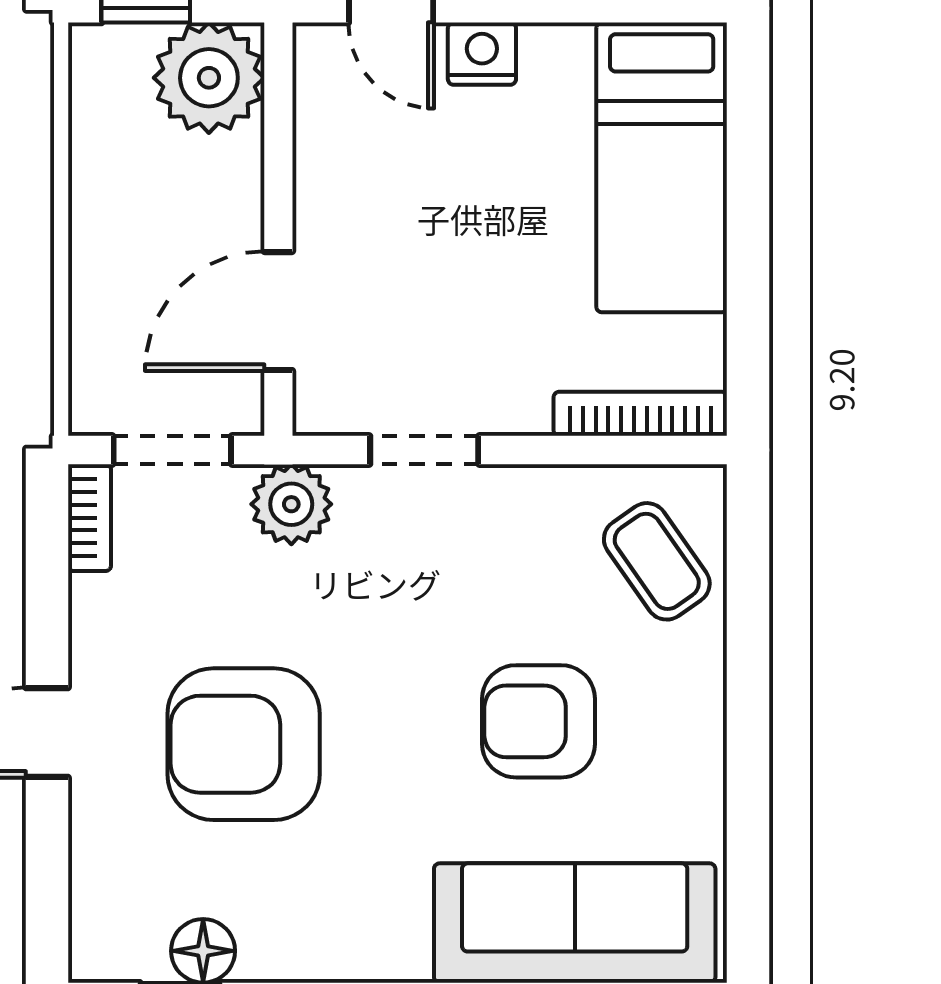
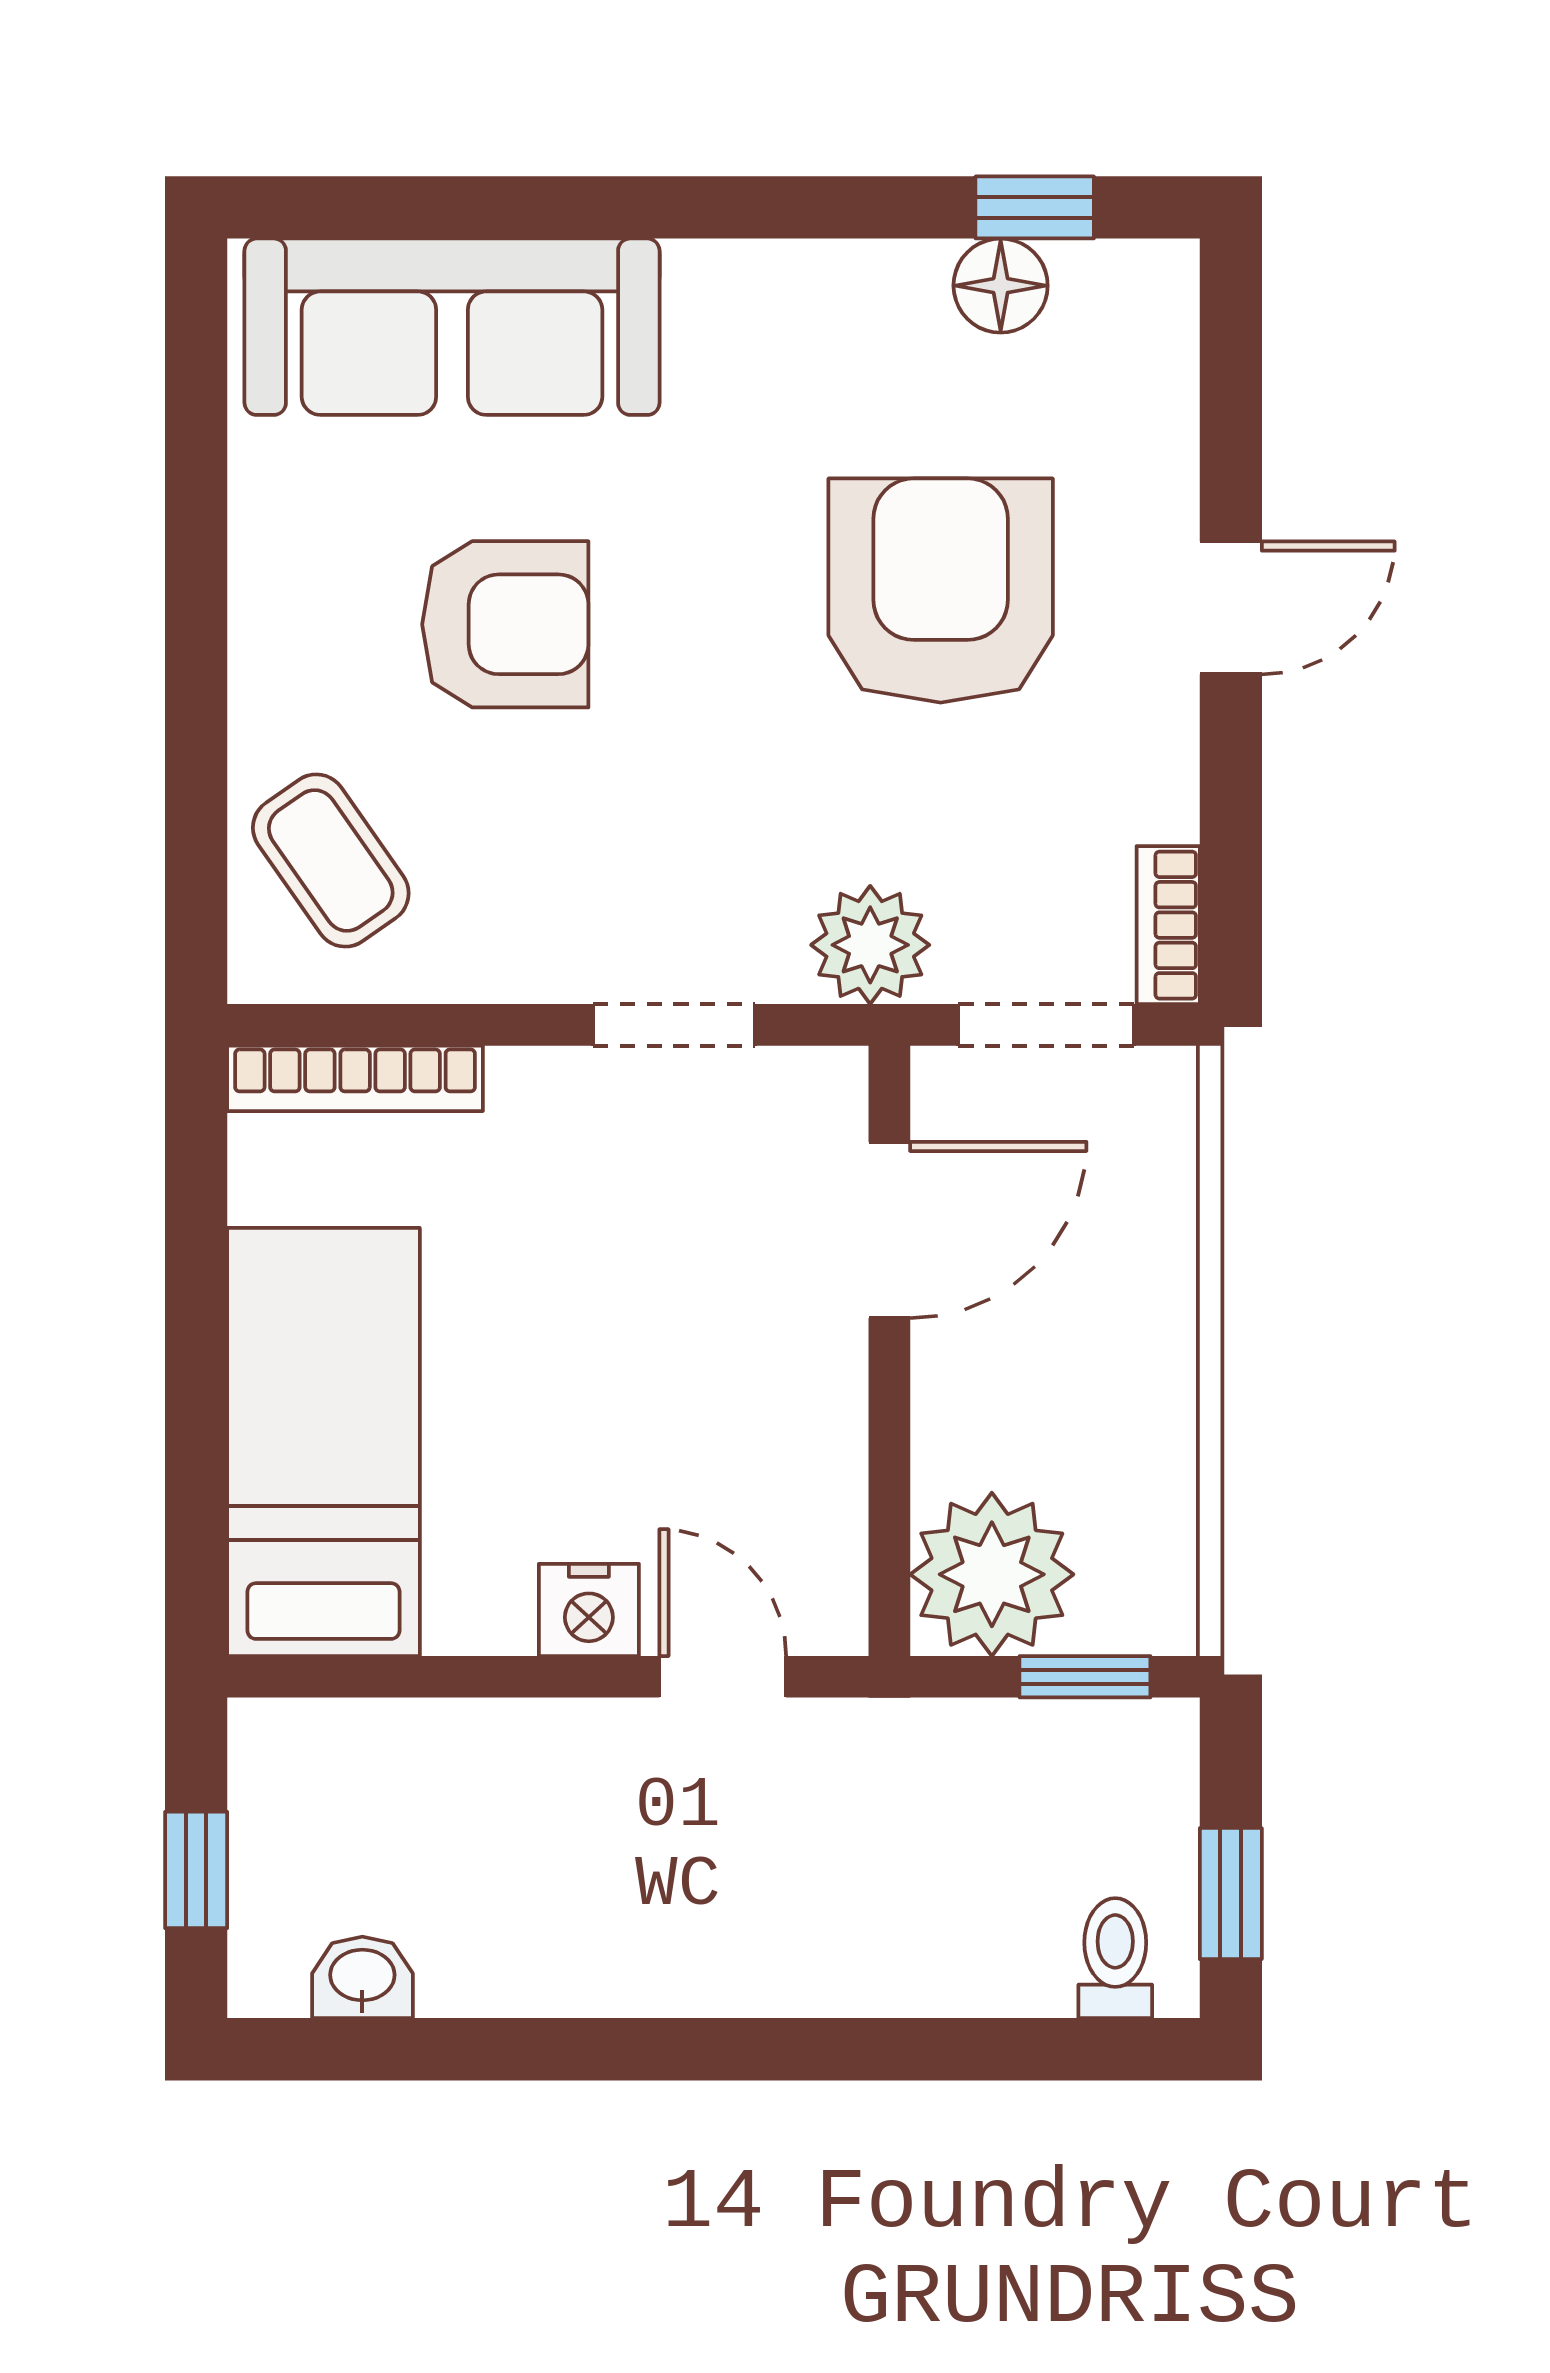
armchair: (244, 744) -> (941, 591), turned -90

